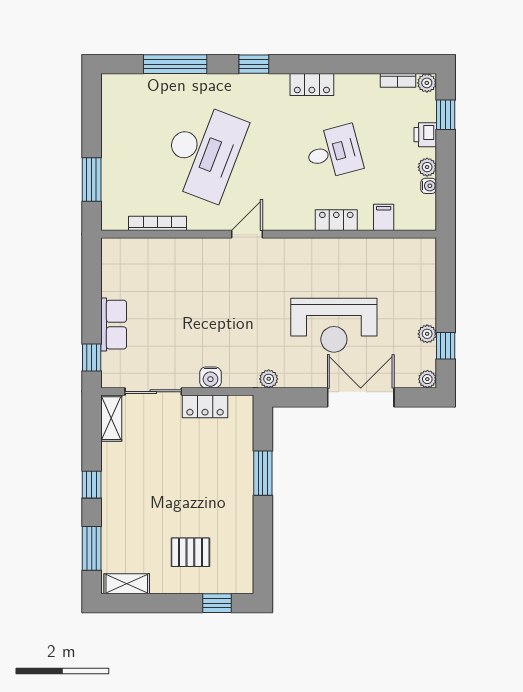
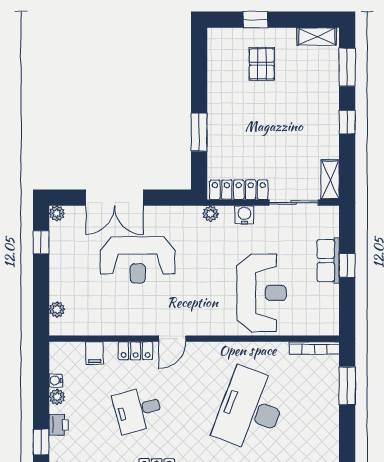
bookcase: (157, 223) -> (314, 348), moved
door: (247, 234) -> (172, 339), moved
reception desk: (191, 287) -> (262, 293), added
reception desk: (334, 325) -> (138, 260), turned 180
plant: (427, 334) -> (57, 309), moved
window: (92, 357) -> (347, 265), moved
plant: (269, 379) -> (211, 214), moved
locker: (205, 406) -> (239, 190), width x1.53
pallet: (190, 552) -> (262, 64), turned 90
window: (217, 603) -> (255, 20), moved

